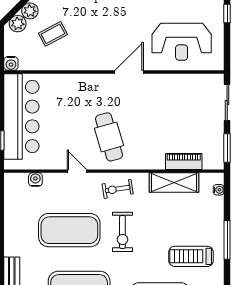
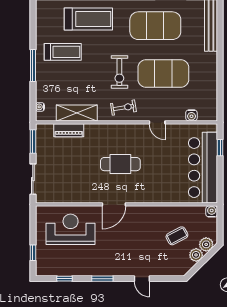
cafe table: (109, 137) -> (120, 164), moved, turned -74
exercise bike: (122, 232) -> (119, 72), turned 180

